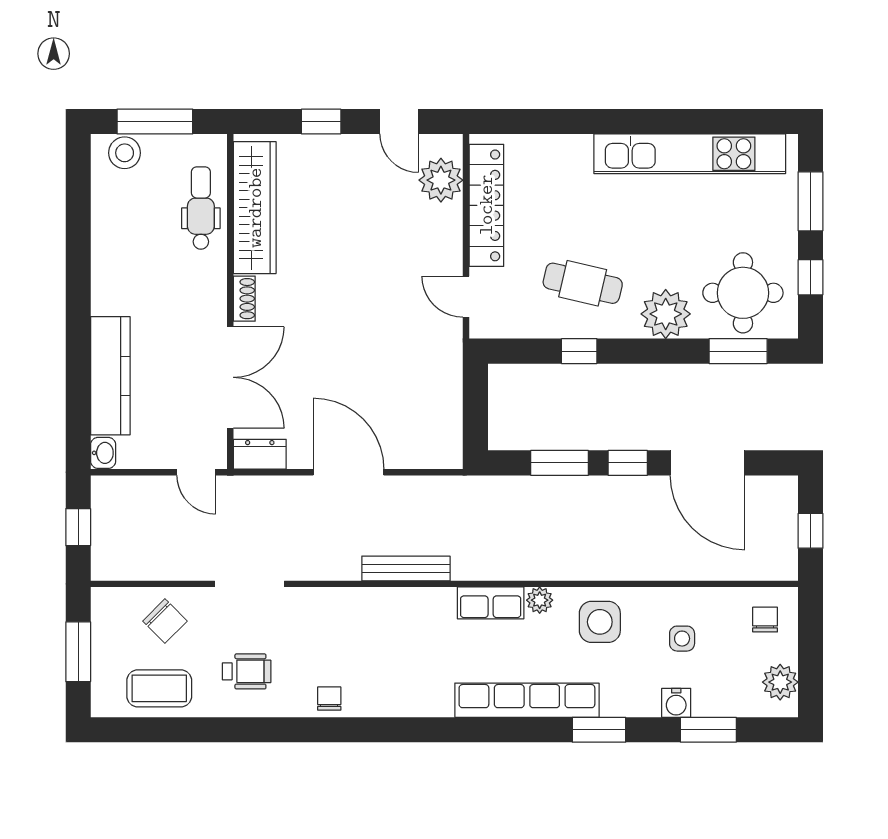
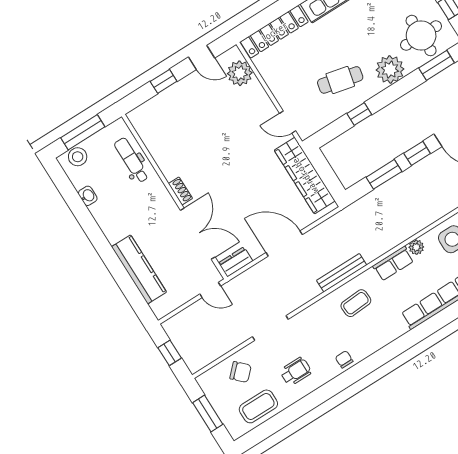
locker: (486, 205) -> (274, 32), moved, turned 90
wardrobe: (255, 208) -> (305, 176), moved, turned 180
washbasin: (103, 453) -> (88, 196), moved
coffee table: (399, 627) -> (356, 303), added

